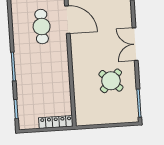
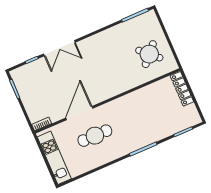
double door: (135, 44) -> (59, 48), moved
round table: (111, 81) -> (149, 54), moved

